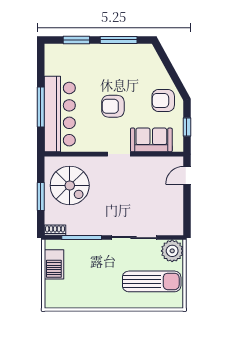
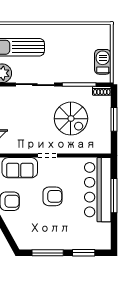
spiral stairs: (70, 185) -> (71, 119), moved, turned 180

